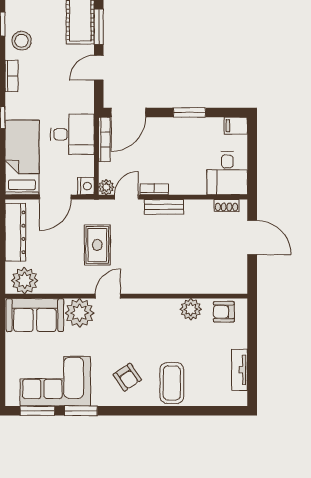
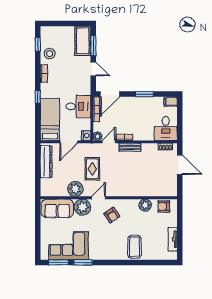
door: (99, 68) -> (93, 69), swing flipped
plant: (25, 281) -> (75, 189), moved
armchair: (127, 377) -> (112, 215), moved

